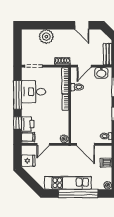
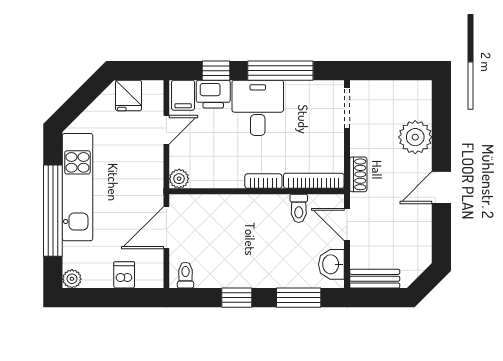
door: (82, 25) -> (441, 188), moved
desk: (34, 92) -> (258, 108), moved
door: (43, 144) -> (166, 130), swing flipped

